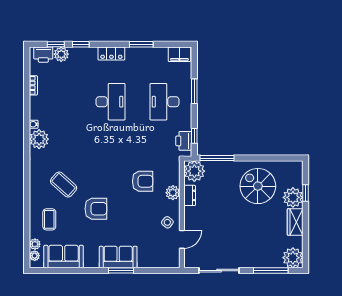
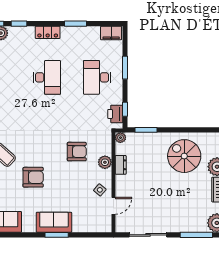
window: (217, 158) -> (146, 130), width x0.69
plant: (194, 171) -> (120, 138), width x0.53, depth x0.53

